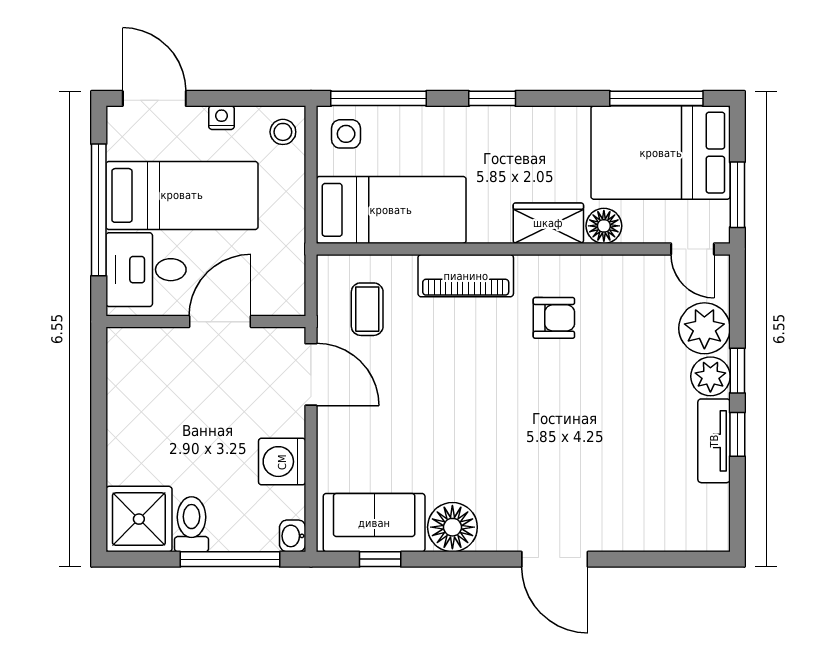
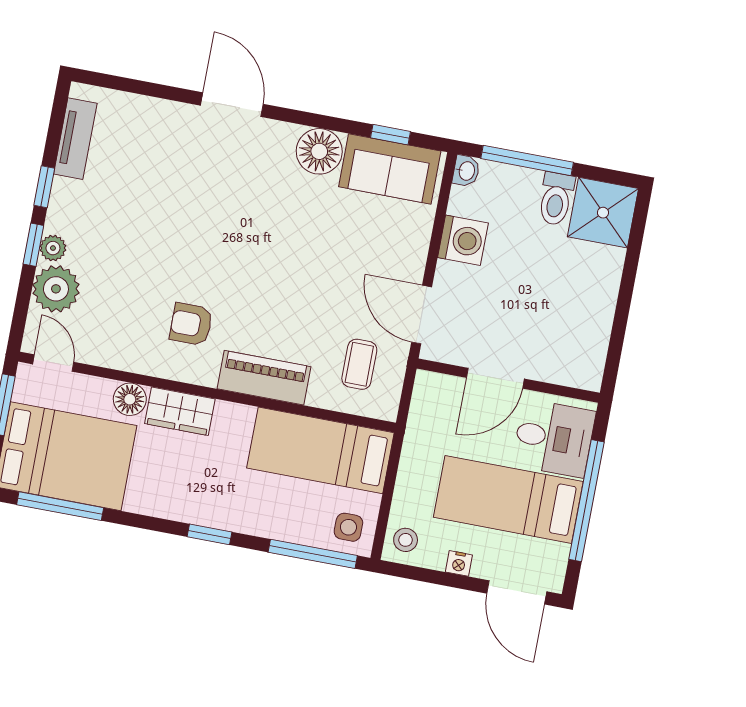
plant: (710, 376) -> (53, 248), width x0.73, depth x0.73
tv unit: (714, 441) -> (75, 139), moved

